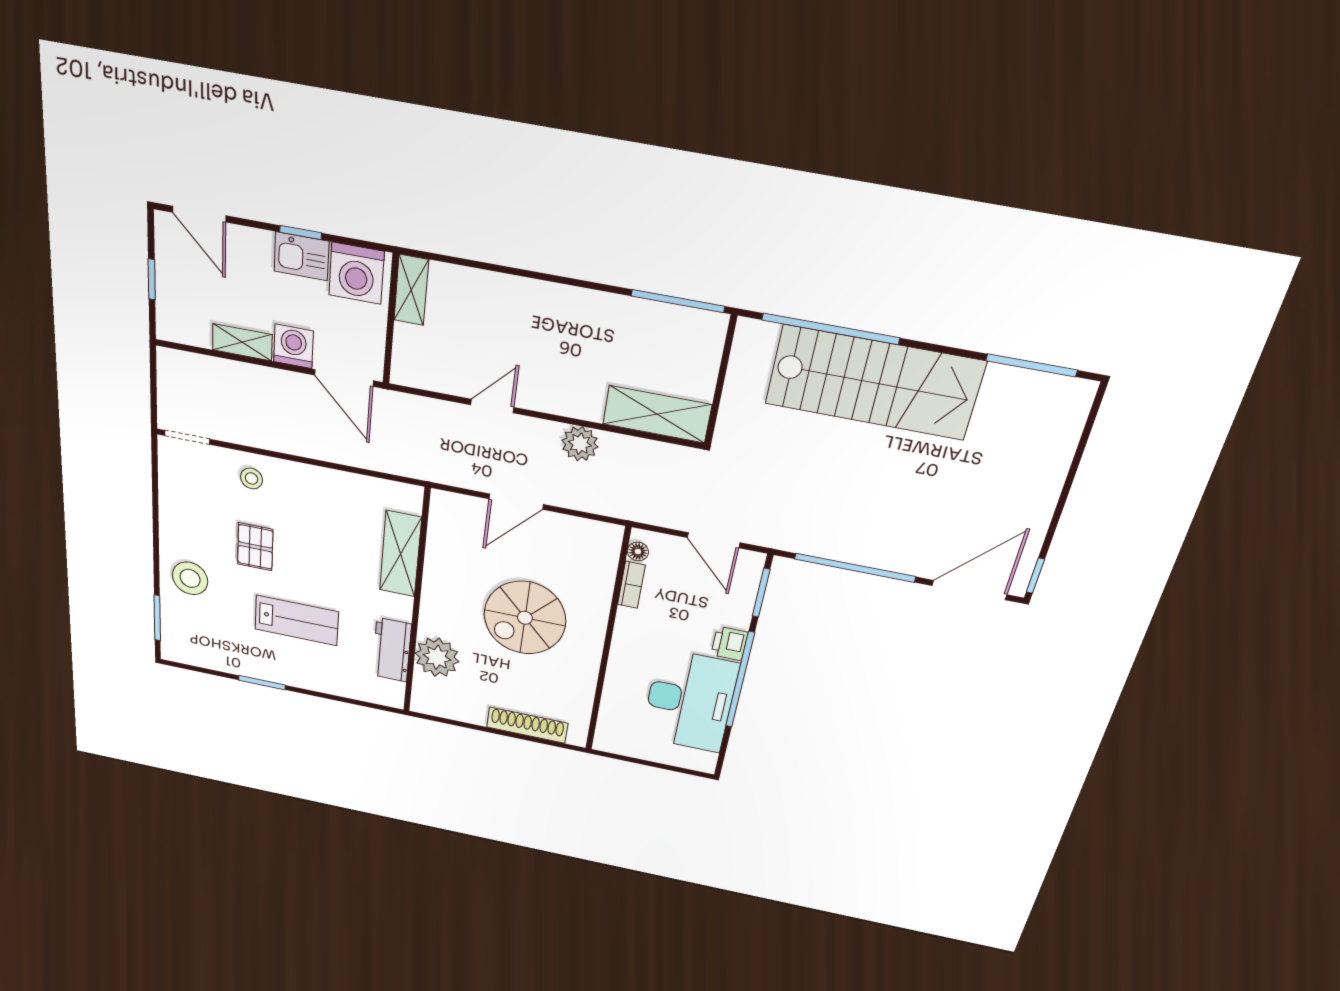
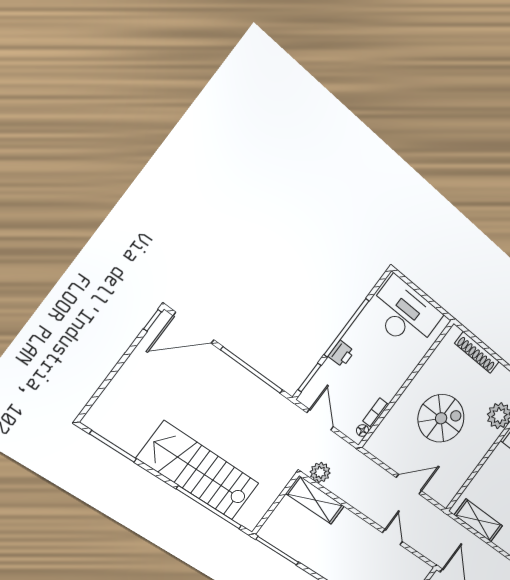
door: (492, 406) -> (392, 537), swing flipped
plant: (580, 444) -> (320, 472), moved
shelving: (400, 554) -> (478, 520), moved, turned 90
desk: (690, 701) -> (404, 314), moved, turned 90

